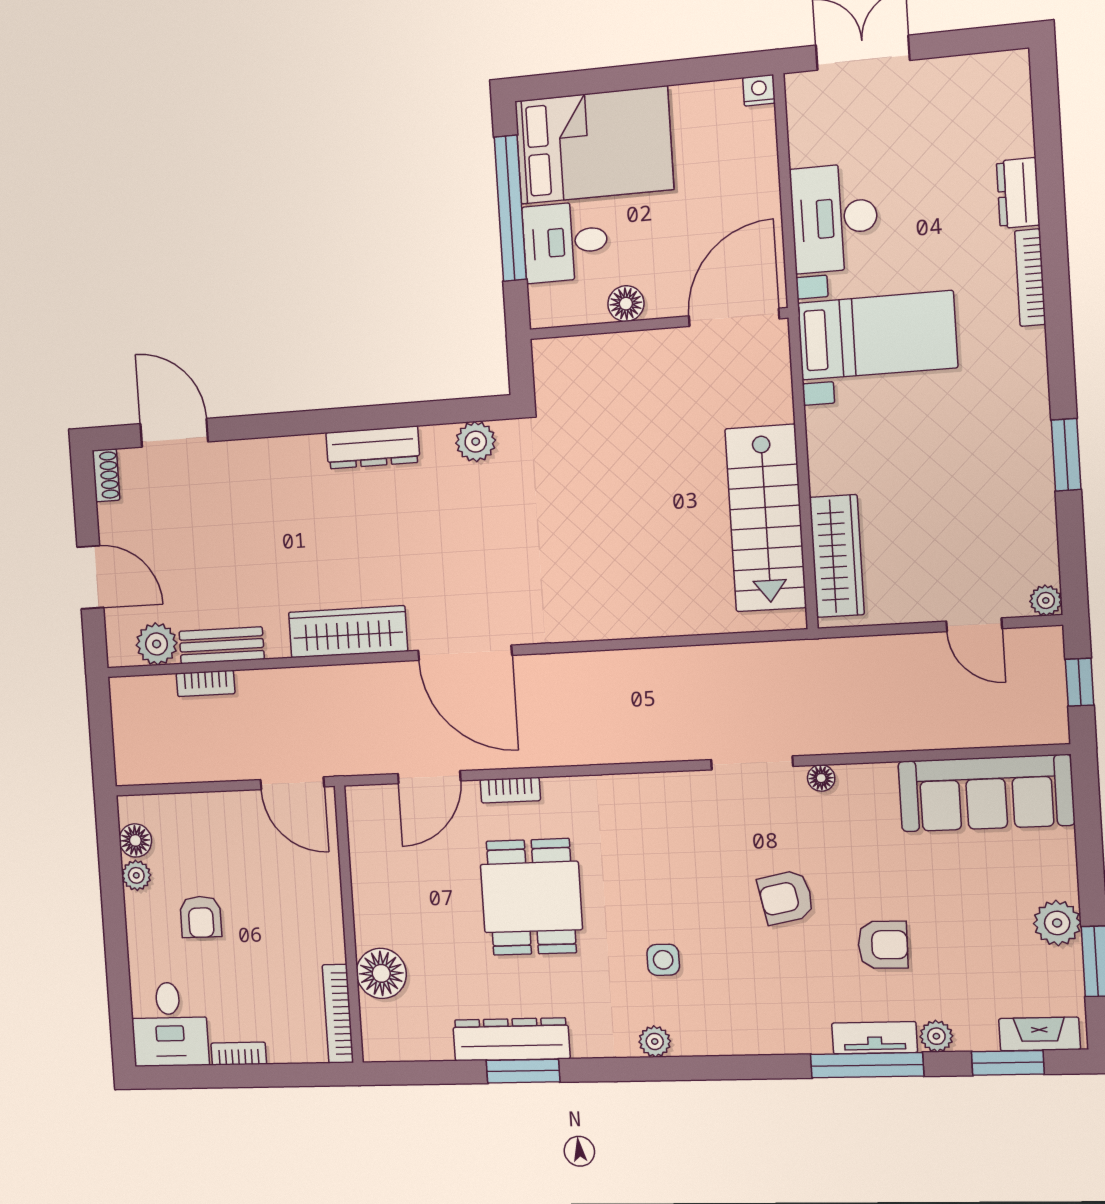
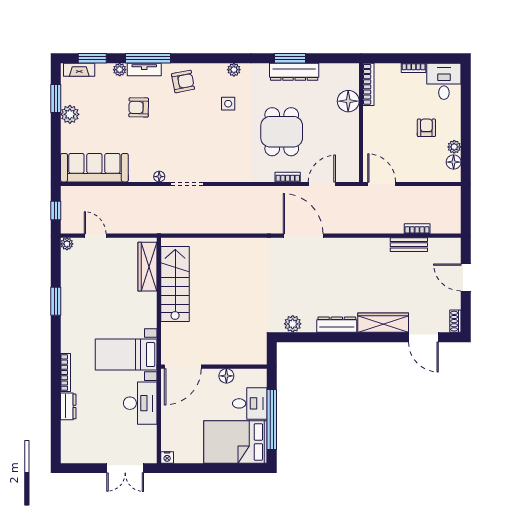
wardrobe: (348, 632) -> (383, 323), moved, turned 180
plant: (157, 644) -> (438, 247), removed
armchair: (786, 897) -> (183, 81), moved

